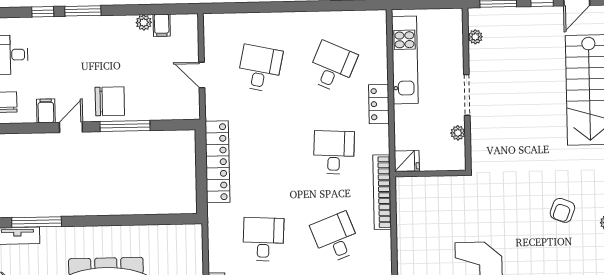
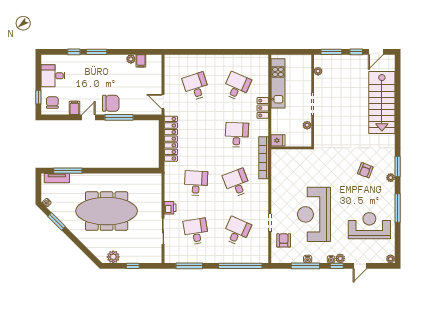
desk: (260, 68) -> (196, 86), turned -30
door: (202, 75) -> (163, 102), moved

